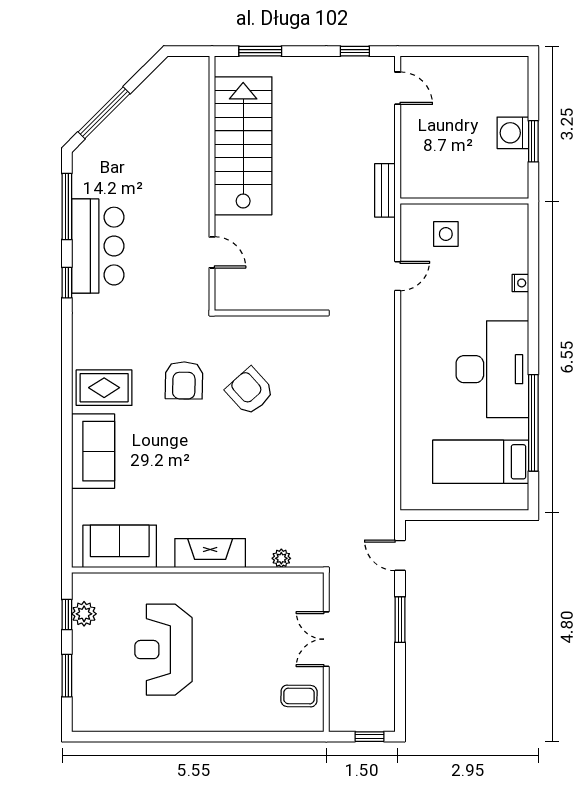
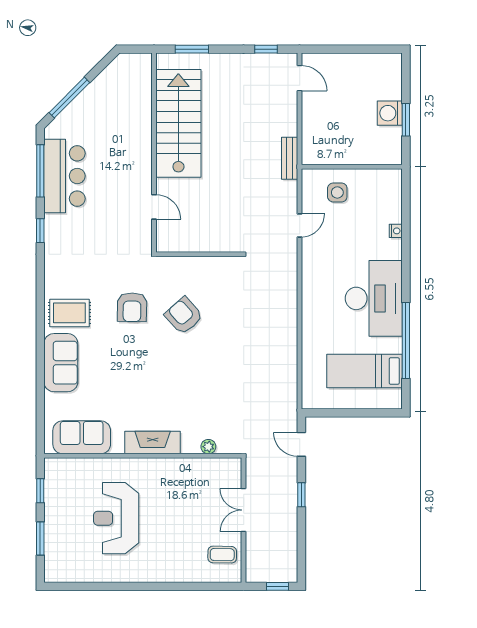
bar counter: (98, 246) -> (64, 176), moved
plant: (84, 614) -> (54, 490), removed
window: (400, 620) -> (301, 495), width x0.67

